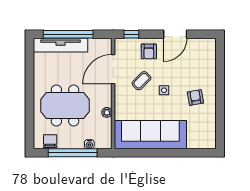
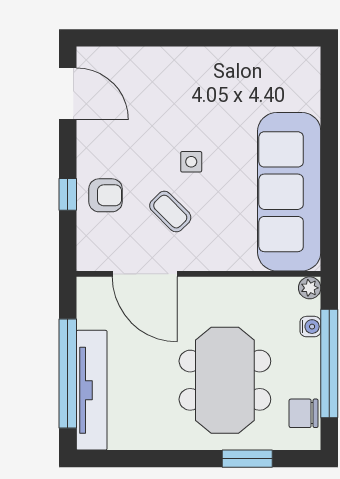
window: (131, 34) -> (68, 194), moved
door: (175, 34) -> (68, 94), moved
armchair: (195, 97) -> (207, 92), removed
plant: (107, 112) -> (310, 288), moved
window: (29, 116) -> (247, 459), added

